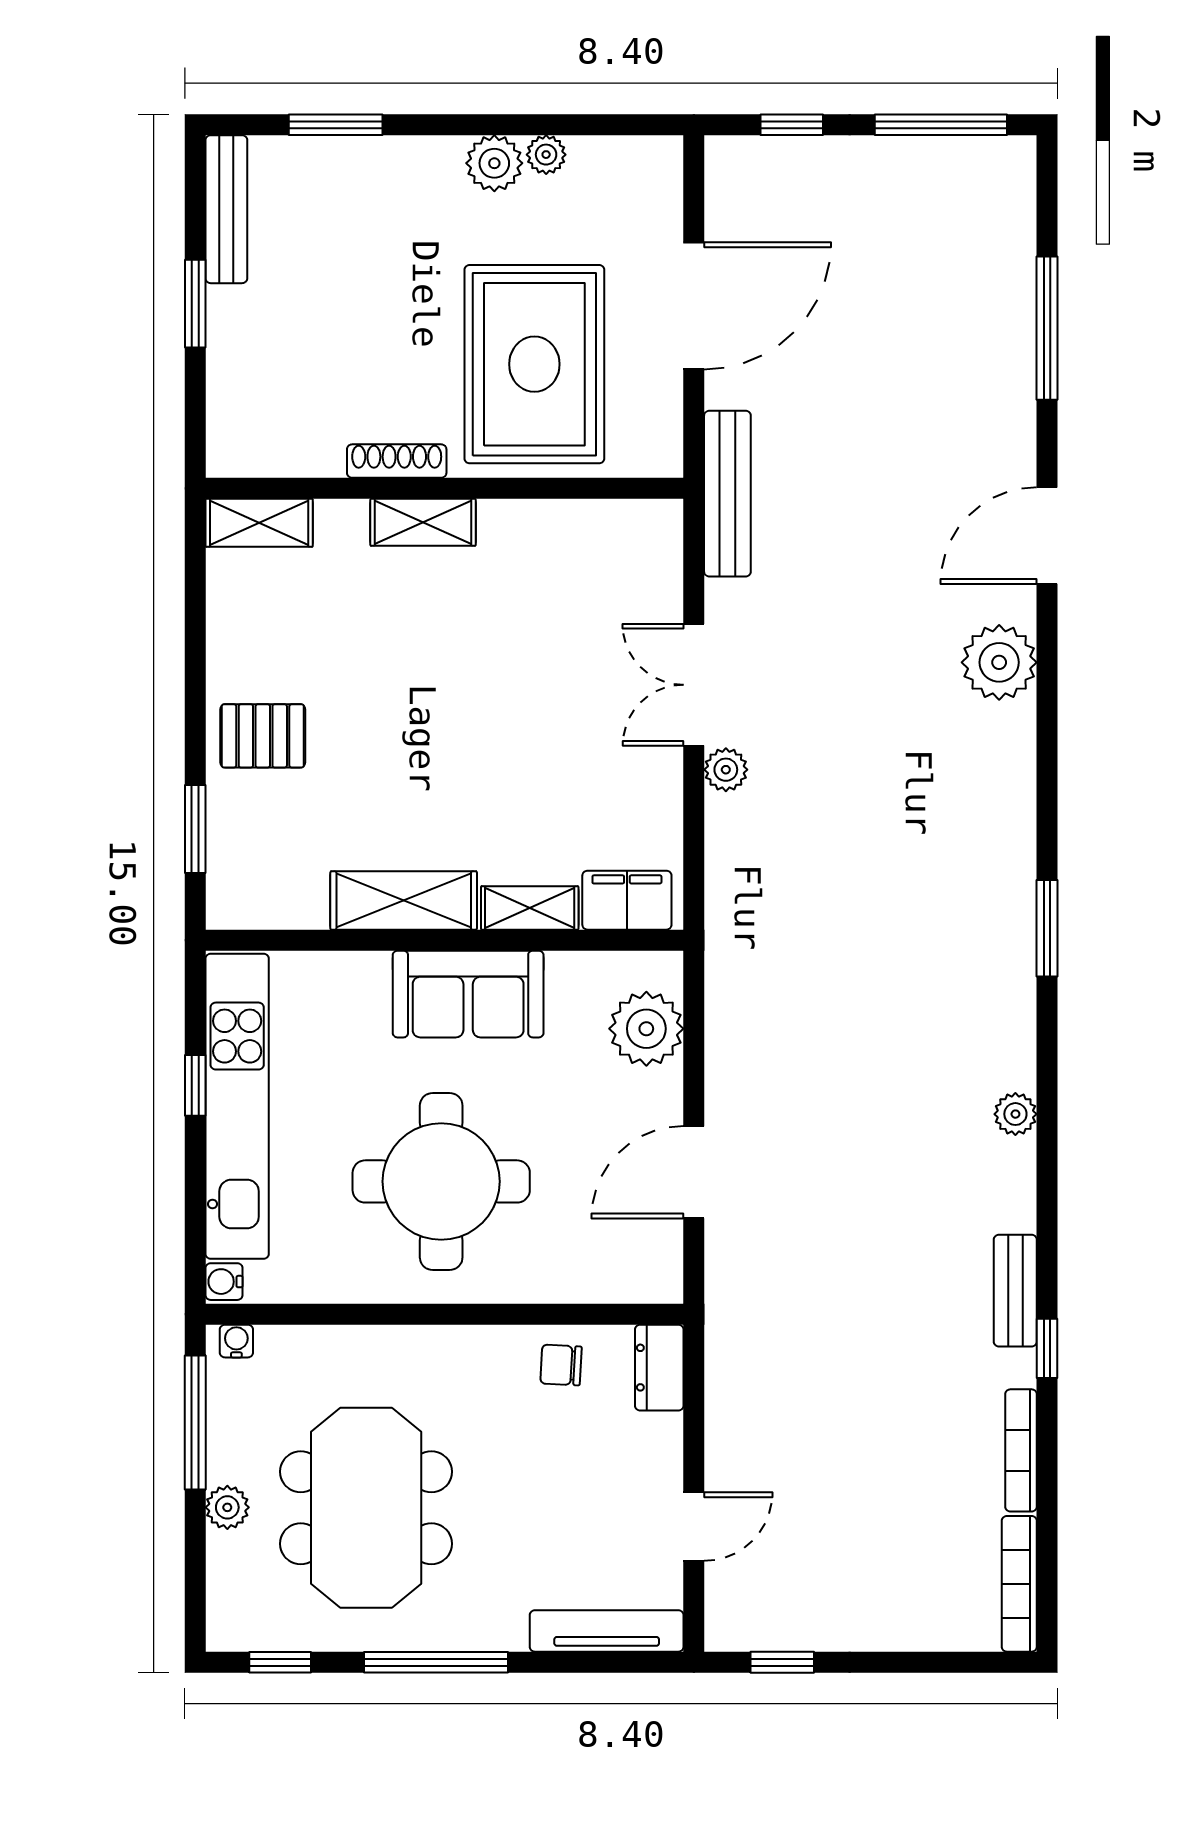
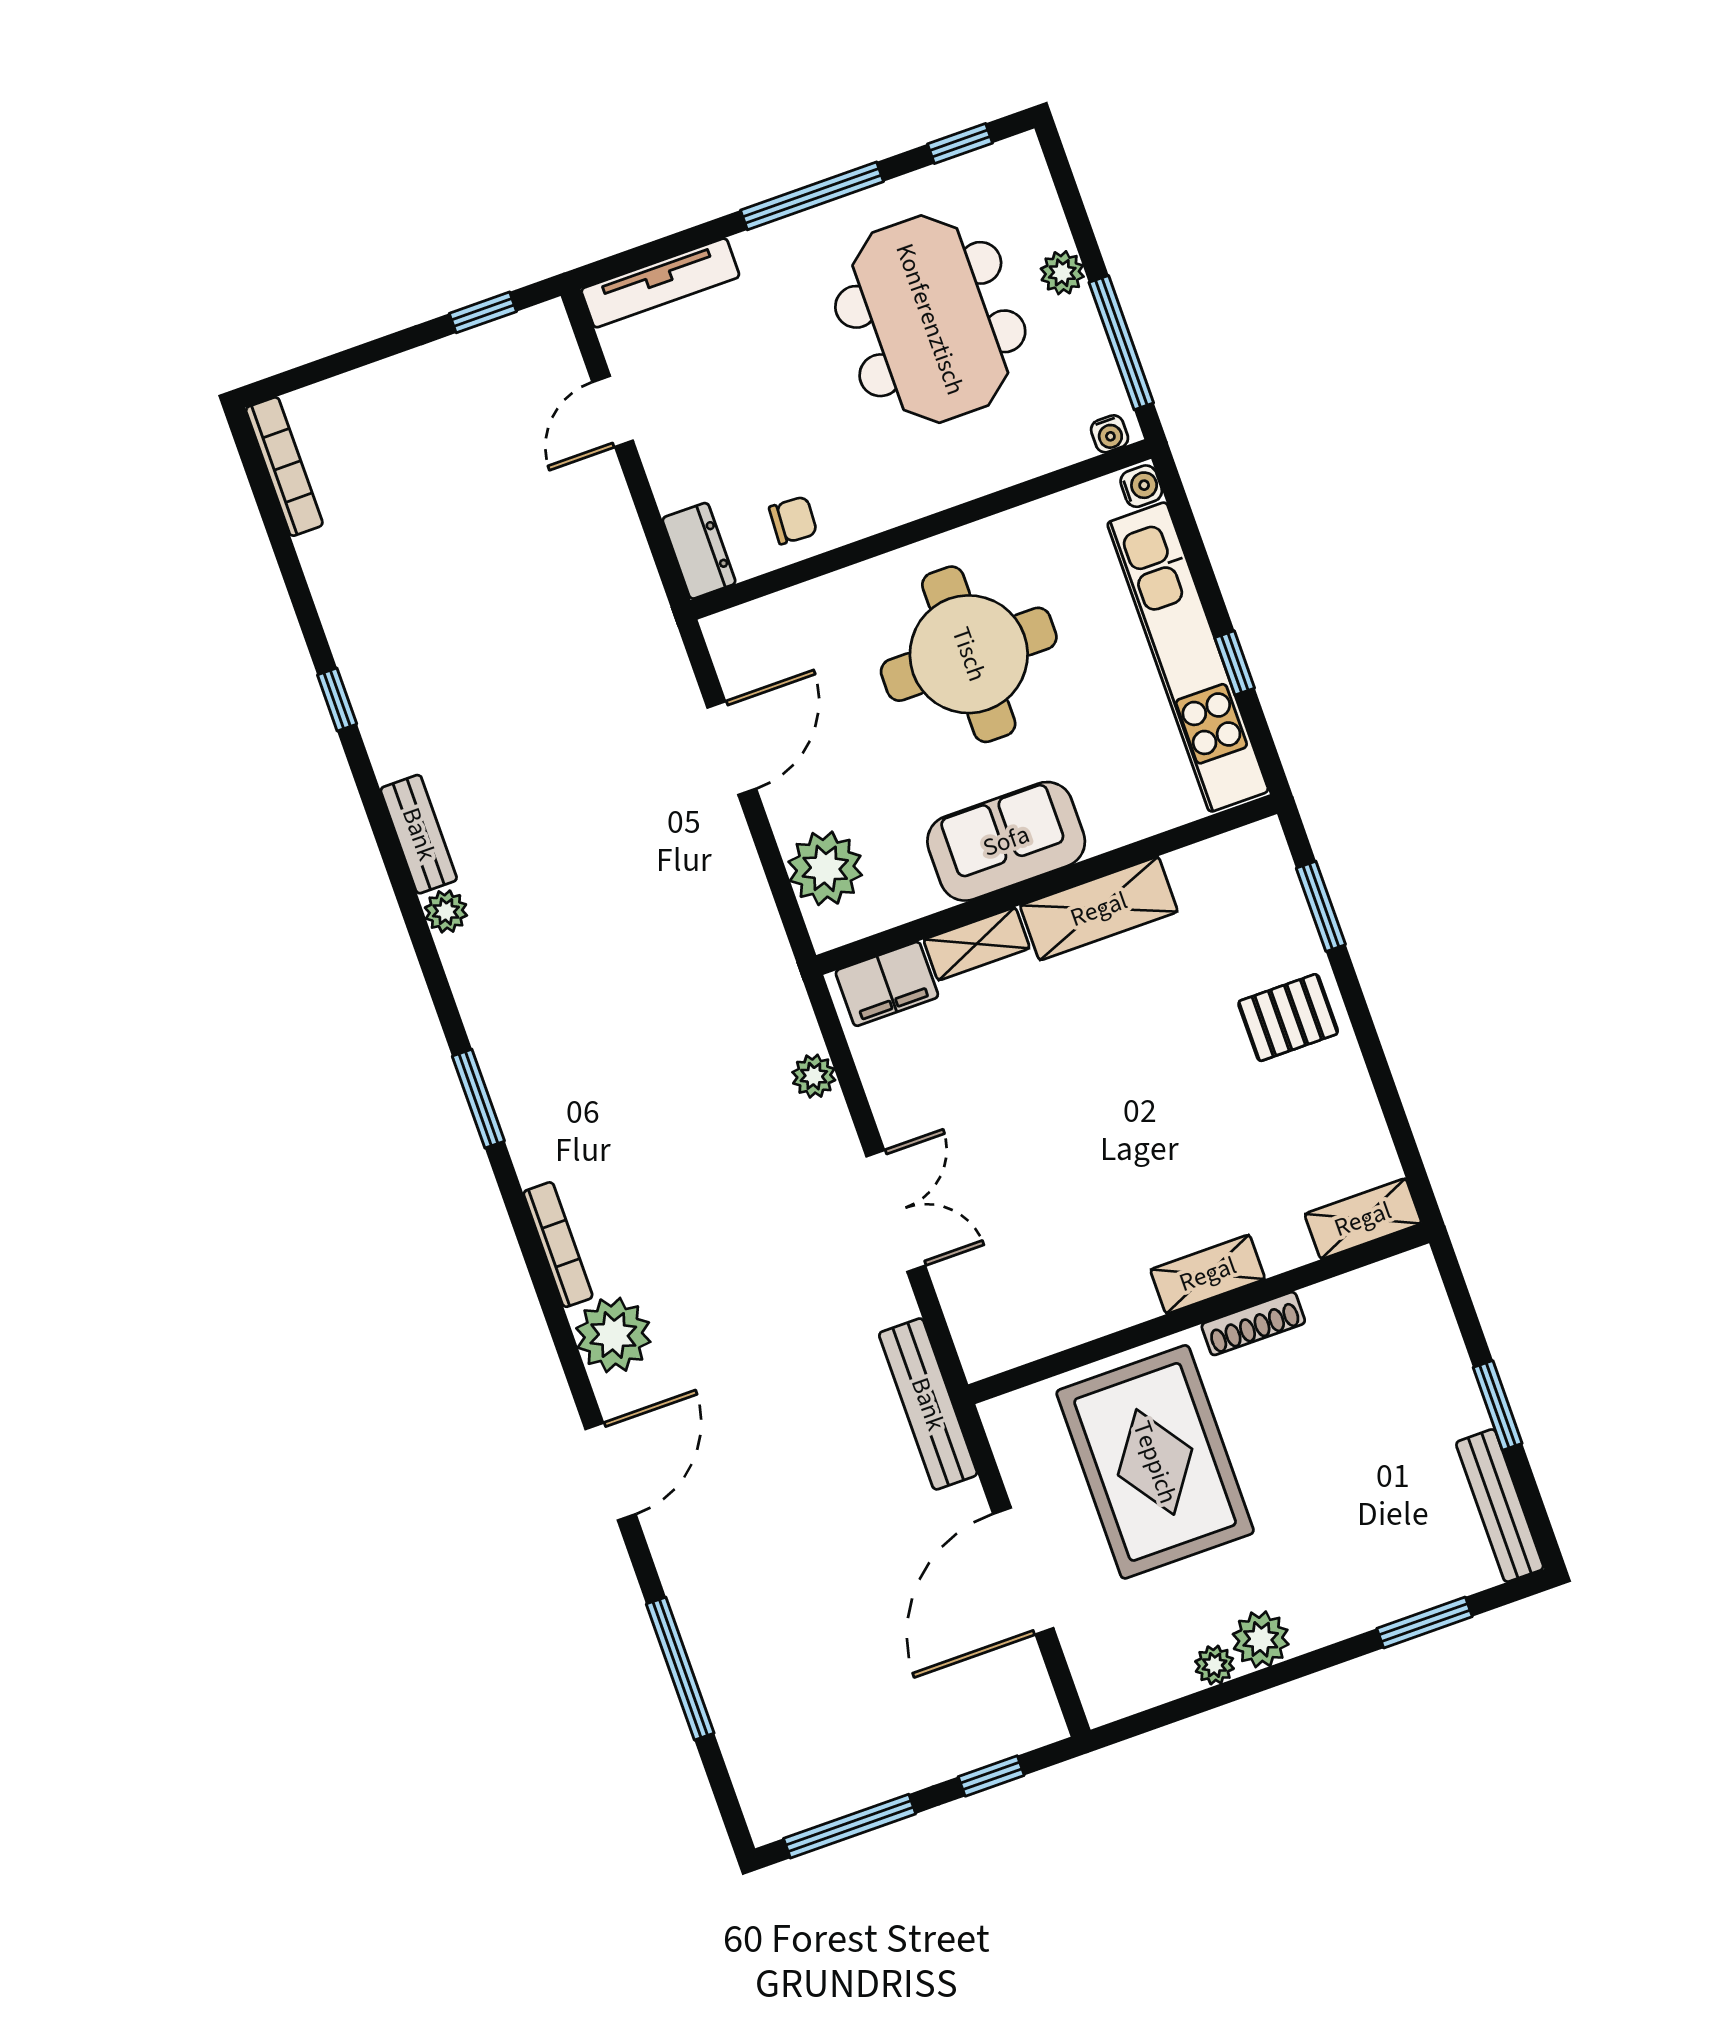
plant: (726, 770) -> (814, 1076), moved
bench: (1015, 1291) -> (419, 834), moved
bookcase: (1021, 1450) -> (558, 1245), moved

